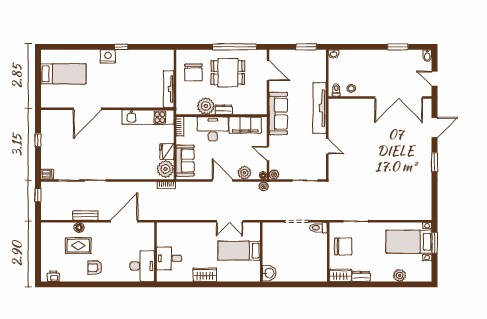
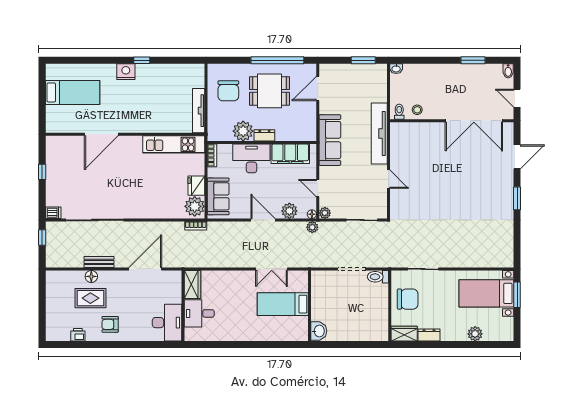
door: (268, 70) -> (318, 88), swing flipped
wardrobe: (205, 275) -> (192, 284), moved, turned 90
printer: (53, 276) -> (78, 335), moved

